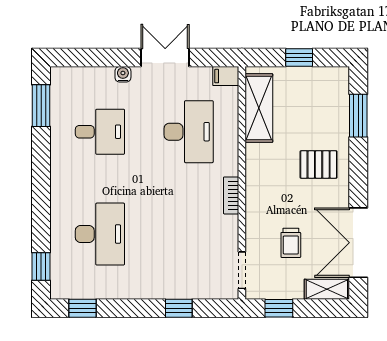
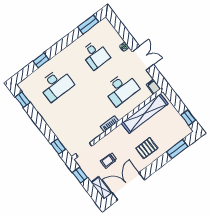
window: (299, 58) -> (188, 118), moved
shelving: (259, 108) -> (145, 114), width x1.47
pallet: (319, 164) -> (147, 148), turned 90
window: (41, 266) -> (41, 60), moved
window: (179, 308) -> (58, 146), moved

